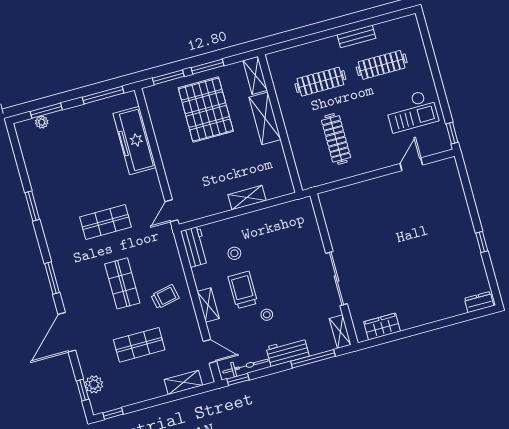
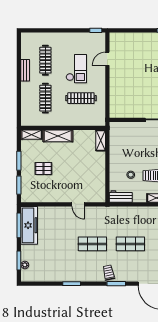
pallet: (206, 110) -> (43, 169), width x0.49, depth x0.50
checkout: (412, 111) -> (76, 69), moved
freezer: (134, 141) -> (29, 225), moved, turned -90
door: (411, 164) -> (107, 59), hinge flipped
shelving: (247, 198) -> (101, 140), moved
door: (171, 211) -> (78, 204), moved
shop shelf: (106, 222) -> (92, 244), turned 90
trolley: (165, 297) -> (109, 273), moved

